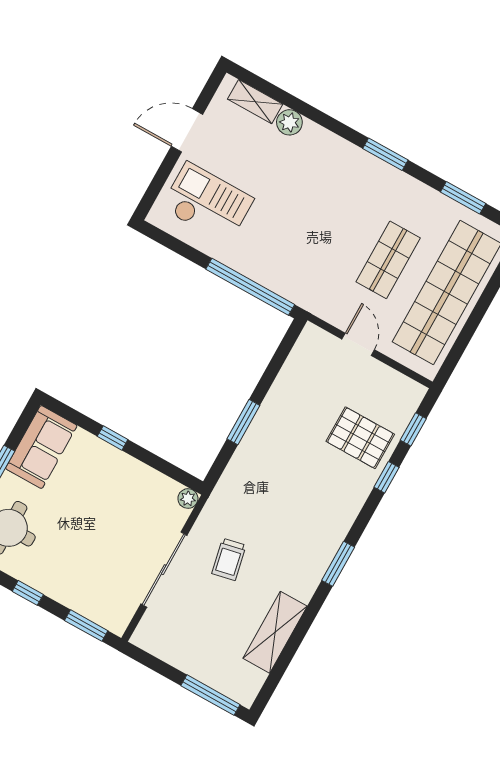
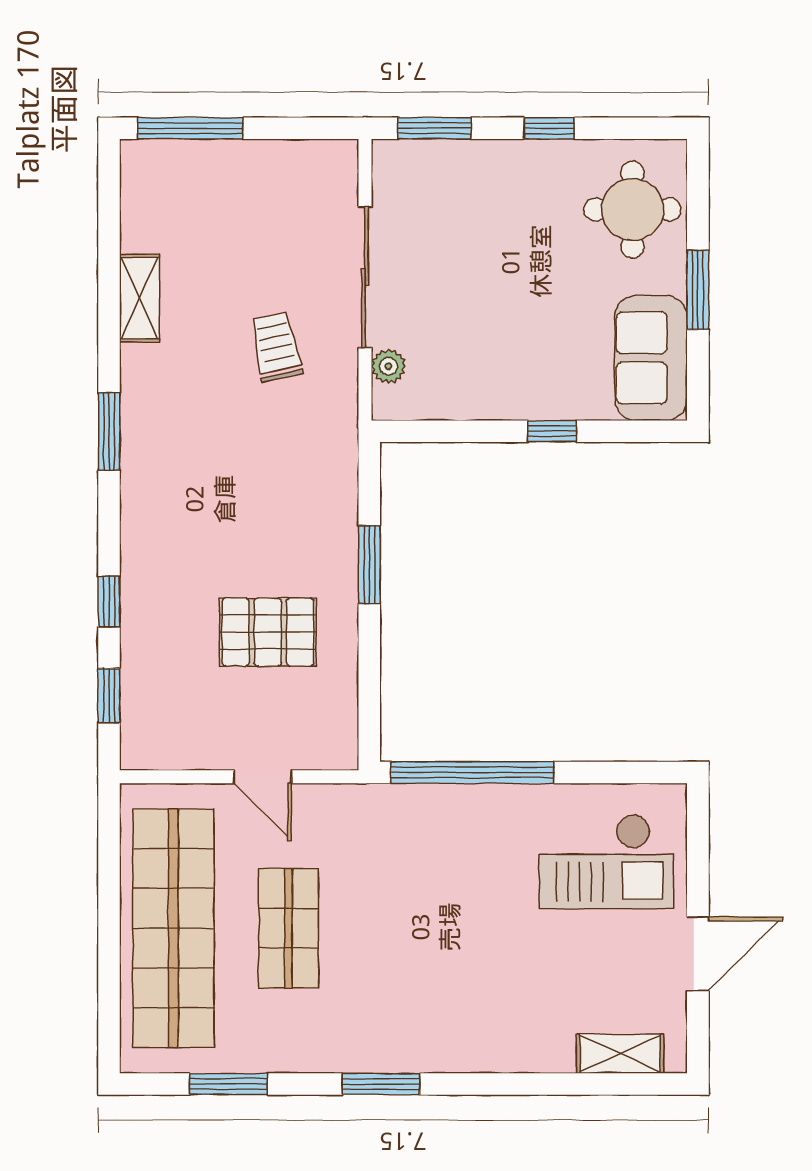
plant: (289, 122) -> (551, 1051), removed
pallet: (360, 438) -> (268, 632), moved
plant: (188, 499) -> (388, 366), moved
shelving: (275, 632) -> (140, 298), width x0.67, depth x0.75

